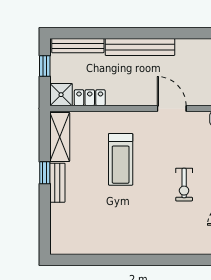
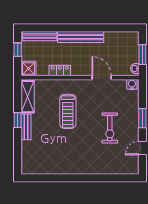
locker: (90, 98) -> (60, 71), moved
exercise bike: (184, 185) -> (110, 128), width x1.38, depth x1.39

